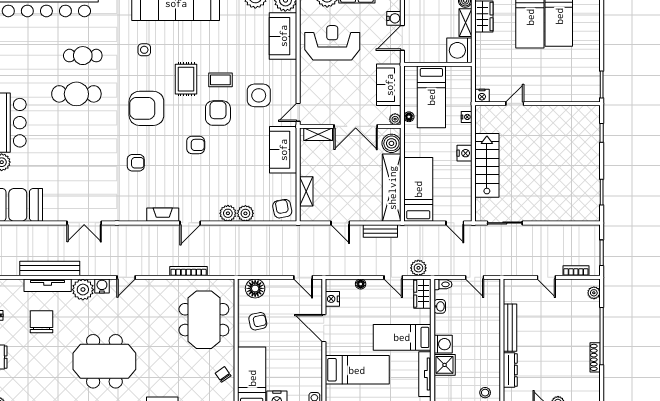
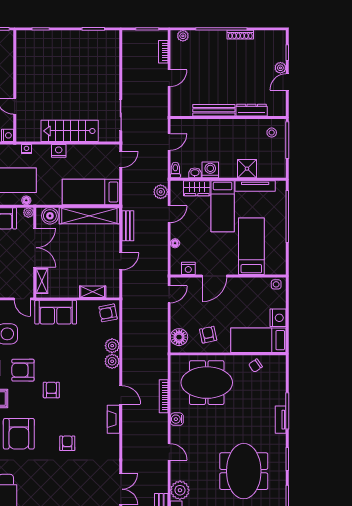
water cooler: (102, 286) -> (177, 419), moved
wardrobe: (422, 294) -> (197, 188), moved
washing machine: (443, 344) -> (210, 170), moved

